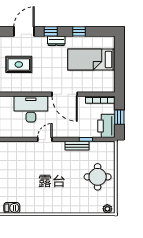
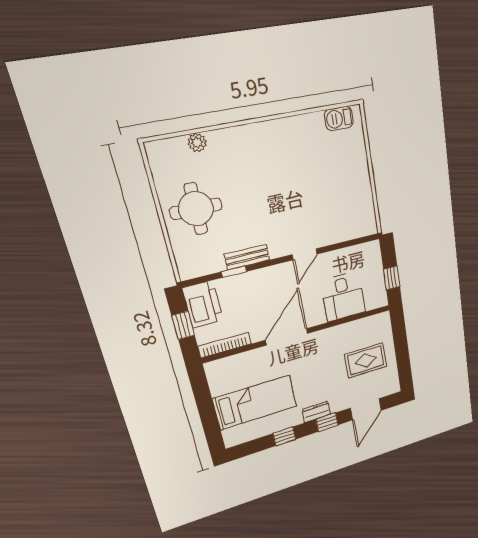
door: (65, 94) -> (287, 337), hinge flipped
desk: (31, 109) -> (343, 297), width x0.73
plant: (107, 209) -> (197, 142), moved

